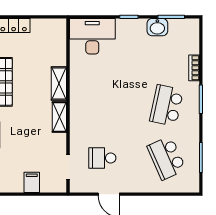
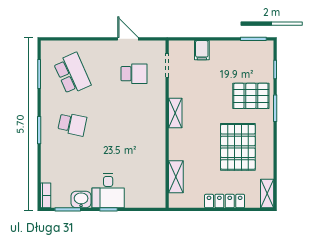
desk: (92, 36) -> (108, 191), moved, width x0.73
bookcase: (194, 68) -> (46, 195), moved
shelving: (59, 84) -> (176, 177), moved
school desk: (167, 105) -> (72, 124), width x0.54

